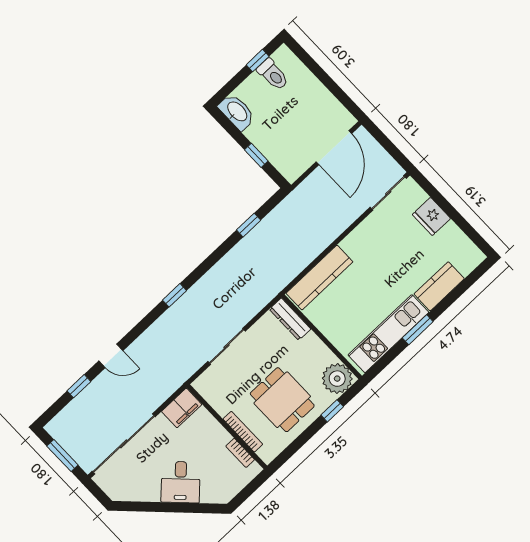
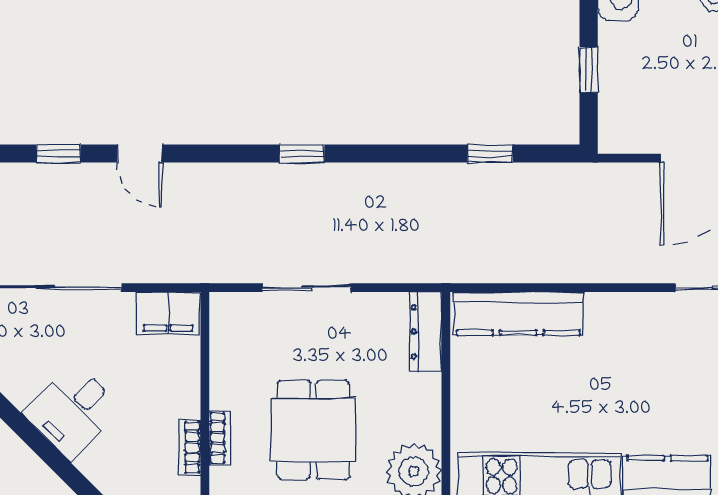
bookcase: (243, 432) -> (220, 438), width x0.64

